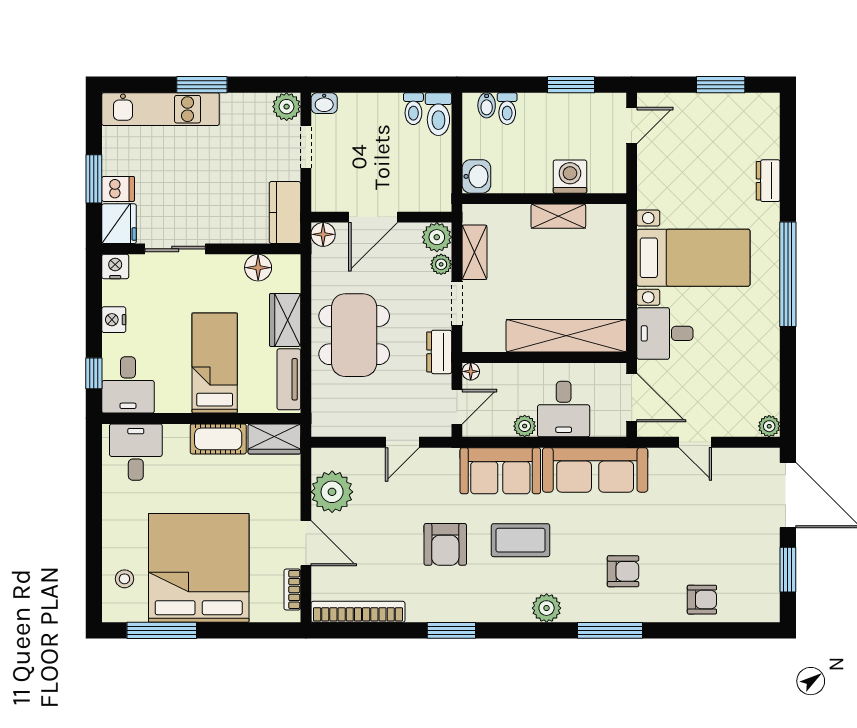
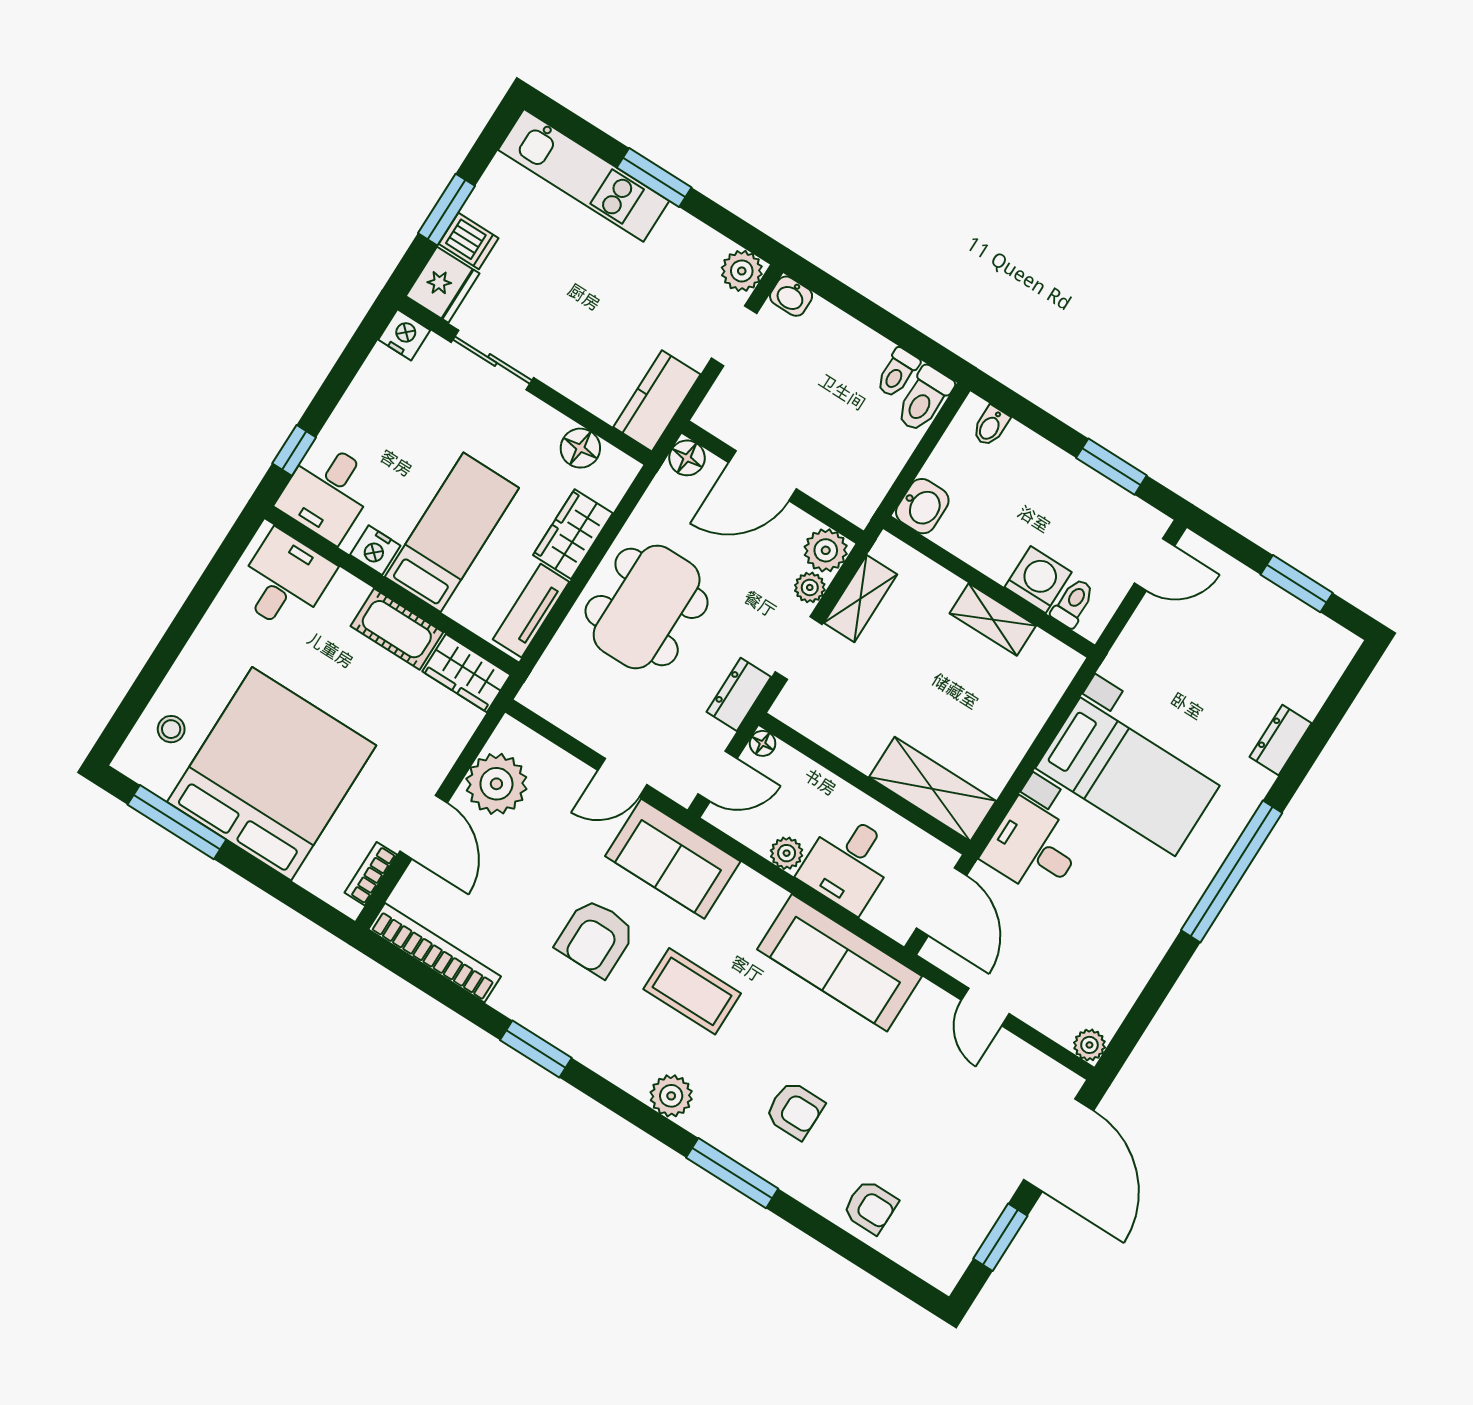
toilet: (507, 109) -> (1073, 603), moved, turned 180
nightstand: (114, 320) -> (375, 550), moved, turned -90
shelving: (566, 336) -> (933, 789), width x0.68
sofa: (500, 471) -> (673, 859), moved

